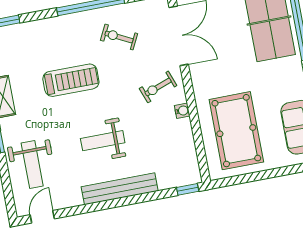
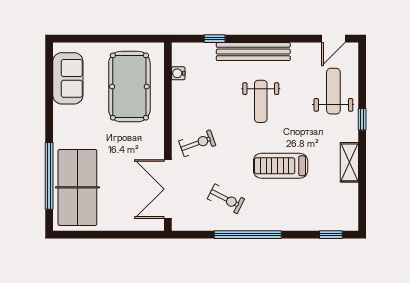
water cooler: (182, 111) -> (178, 73), moved
weight bench: (103, 141) -> (261, 101), turned 90
window: (188, 189) -> (215, 39), moved

